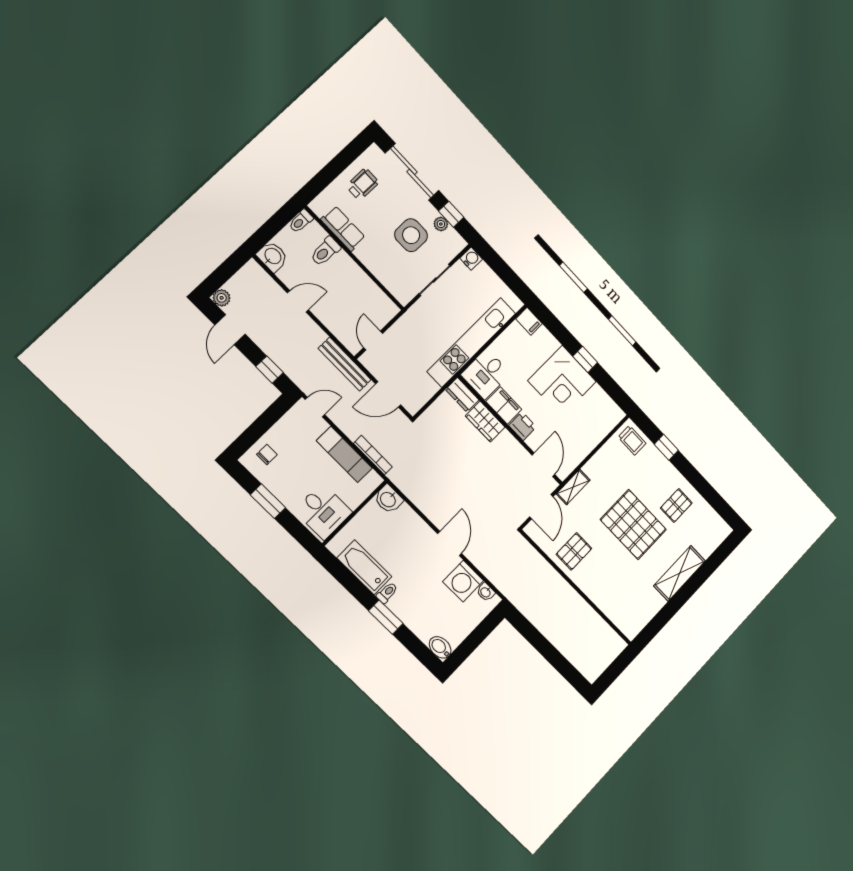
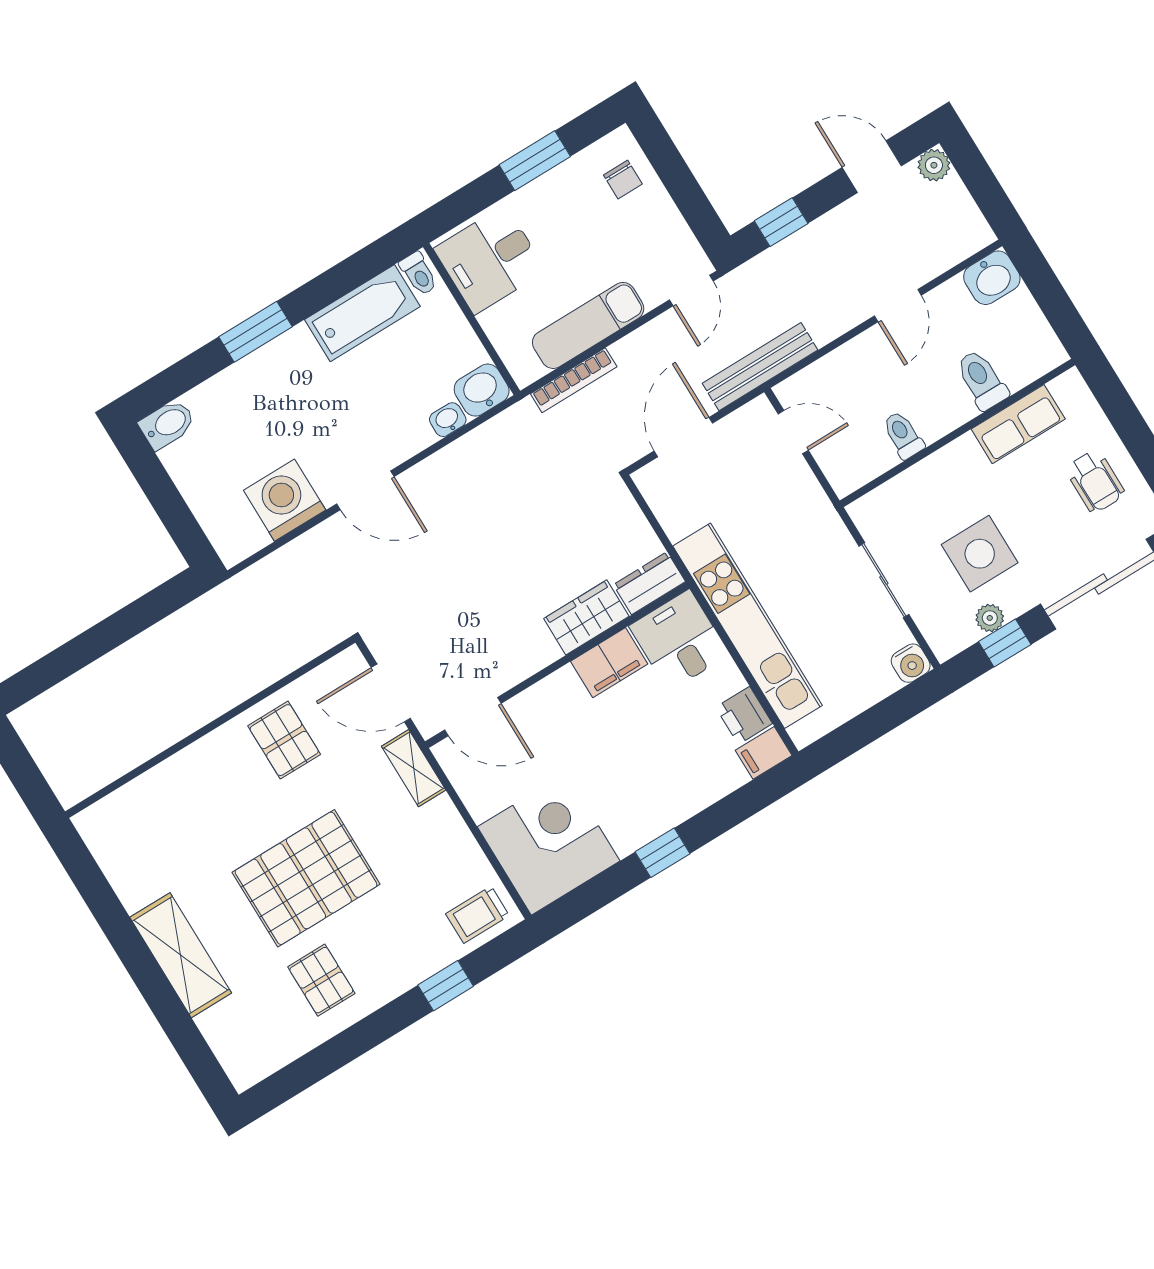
toilet: (301, 221) -> (903, 435), moved
corner desk: (562, 381) -> (549, 844), moved, turned 90
printer: (523, 426) -> (744, 715), moved, turned 90
washbasin: (486, 592) -> (448, 420), moved
toilet: (387, 593) -> (419, 274), moved

